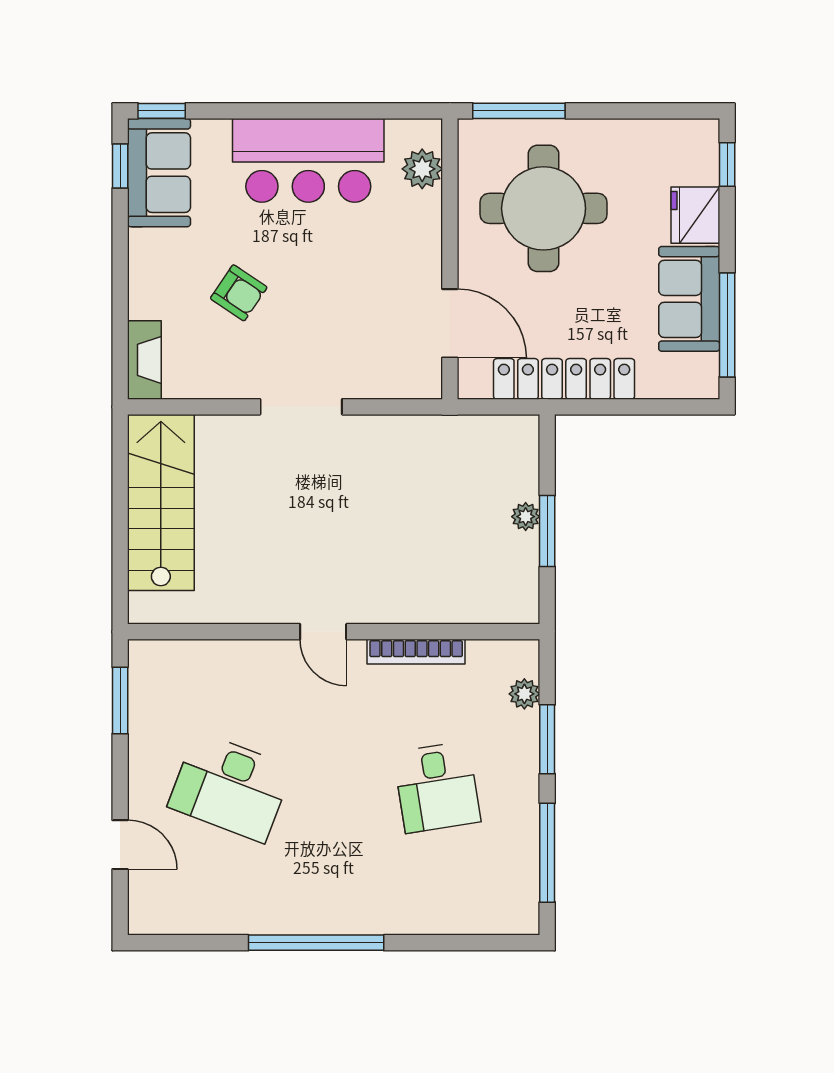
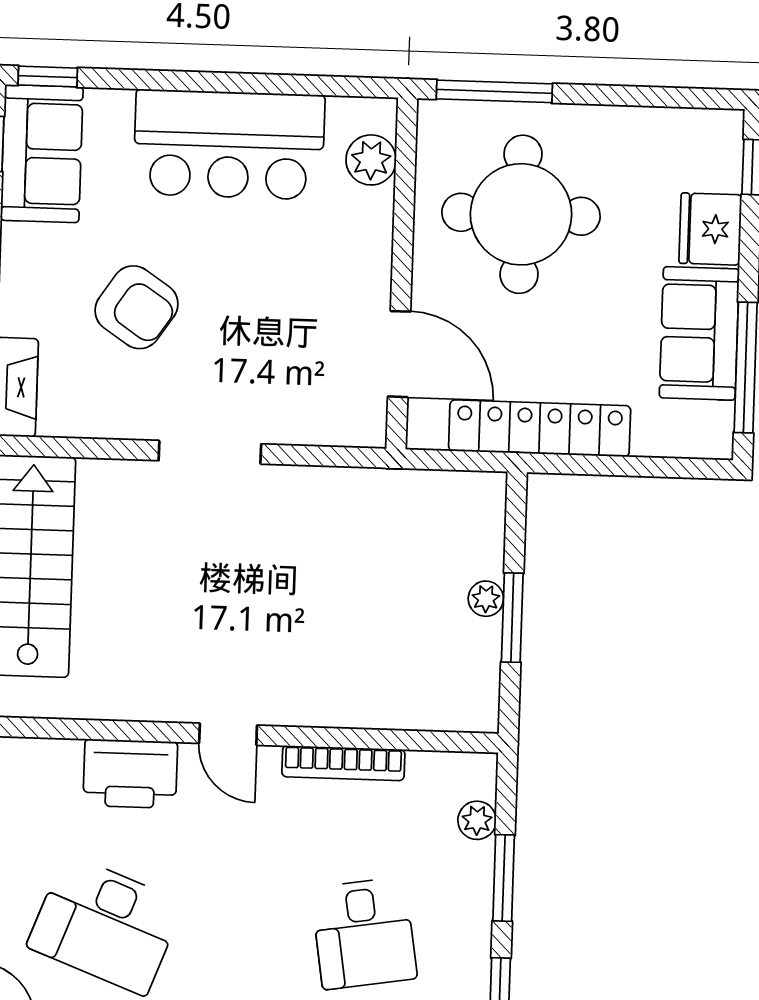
armchair: (239, 293) -> (136, 307), width x1.38, depth x1.38
printer: (246, 666) -> (130, 774), added

